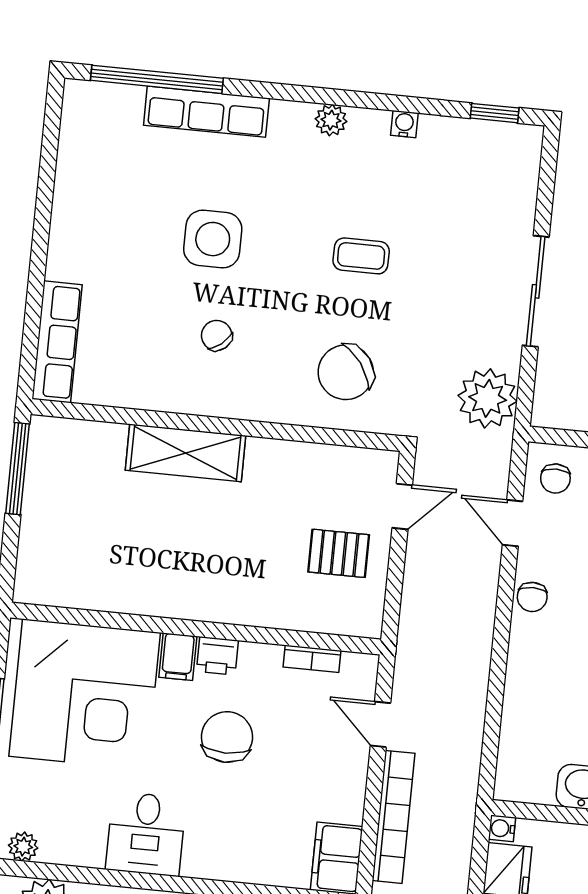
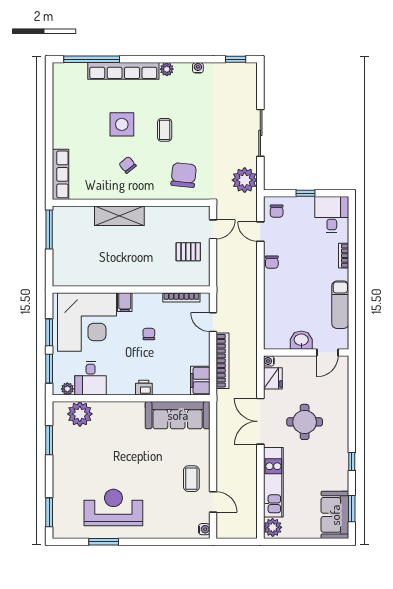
row of seats: (206, 112) -> (123, 71), width x1.36
coffee table: (361, 256) -> (165, 130), moved, turned 90
chair: (346, 372) -> (184, 175), turned 132
printer: (217, 656) -> (144, 388), moved, turned 180
bookcase: (312, 659) -> (181, 297), width x1.56
chair: (227, 737) -> (149, 334), width x0.54, depth x0.54
desk: (146, 834) -> (91, 378), moved

